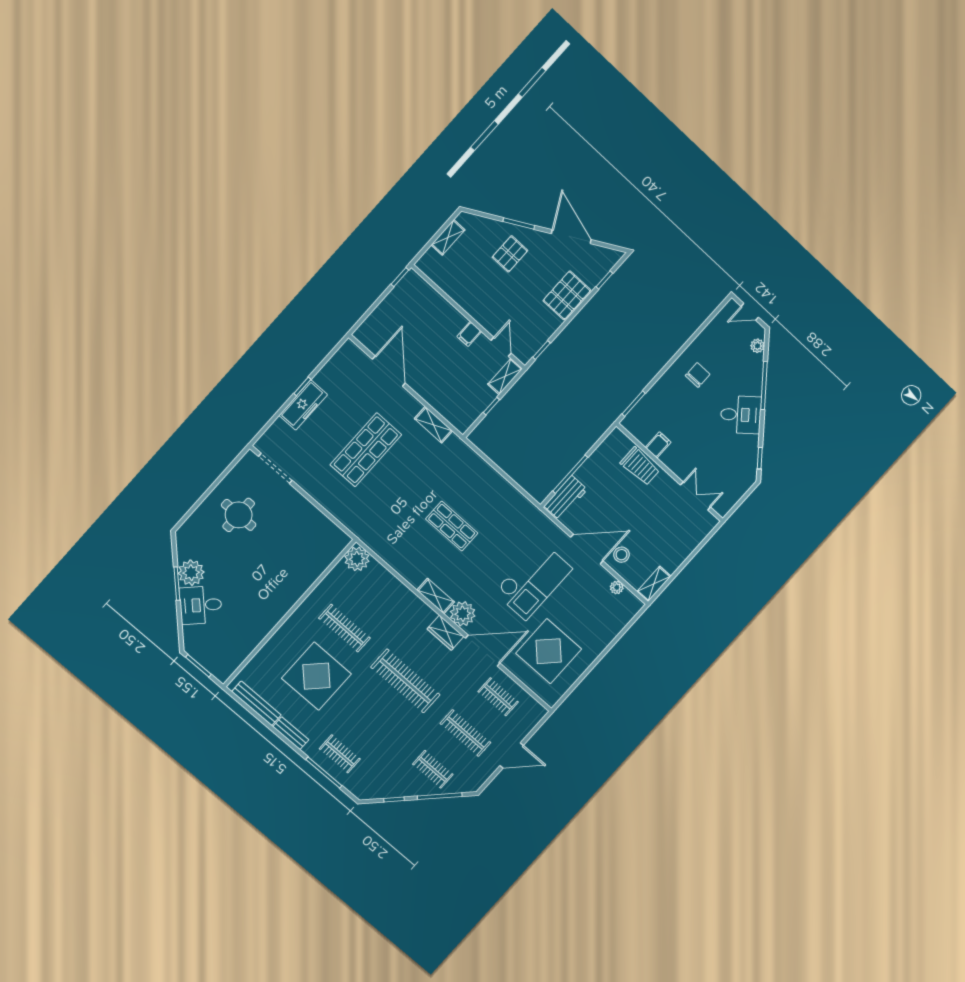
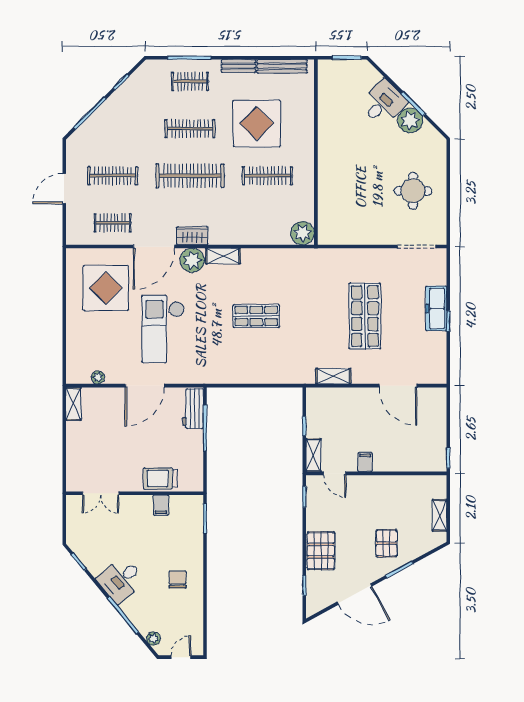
chair: (698, 375) -> (178, 579), turned 180
stool: (621, 555) -> (116, 404), removed
clothes rail: (433, 769) -> (190, 129), moved, width x1.36

